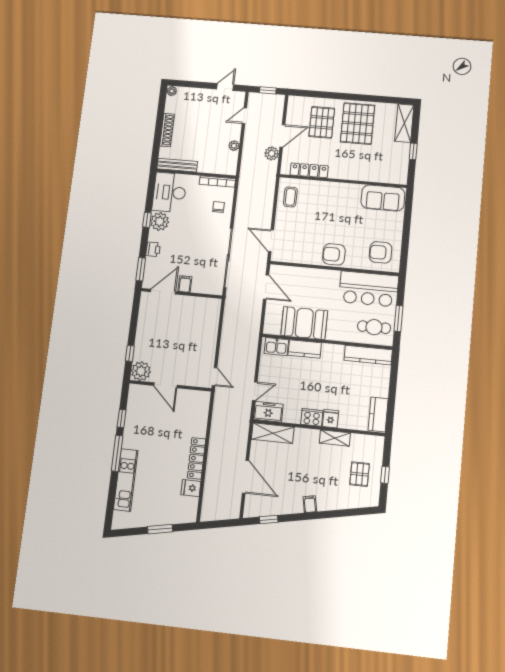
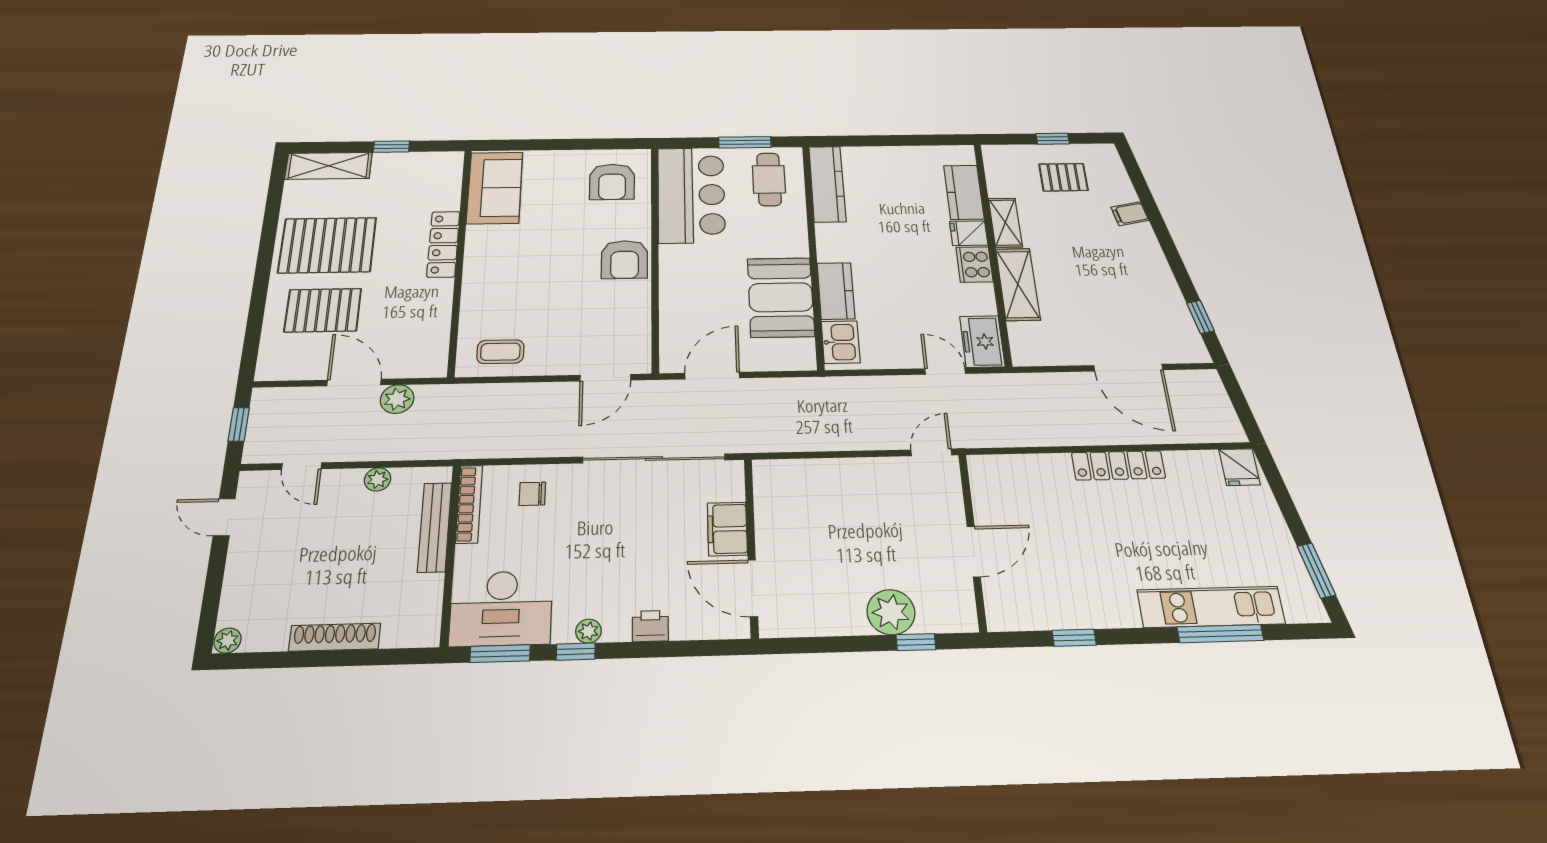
bench: (177, 165) -> (435, 527), moved
locker: (309, 170) -> (443, 244), moved
plant: (160, 221) -> (588, 631), width x0.53, depth x0.53
window: (141, 269) -> (500, 654), moved
filing cabinet: (185, 284) -> (727, 529), width x2.00
plant: (141, 371) -> (891, 612), moved
kitchen counter: (378, 415) -> (964, 192), moved, turned 90
shelving: (273, 433) -> (1018, 284), moved
window: (117, 453) -> (1220, 634), moved
door: (246, 477) -> (1128, 368), swing flipped
fridge: (191, 488) -> (1239, 467), moved
filing cabinet: (310, 504) -> (1130, 214), moved
window: (160, 529) -> (1316, 571), moved

